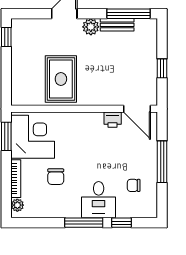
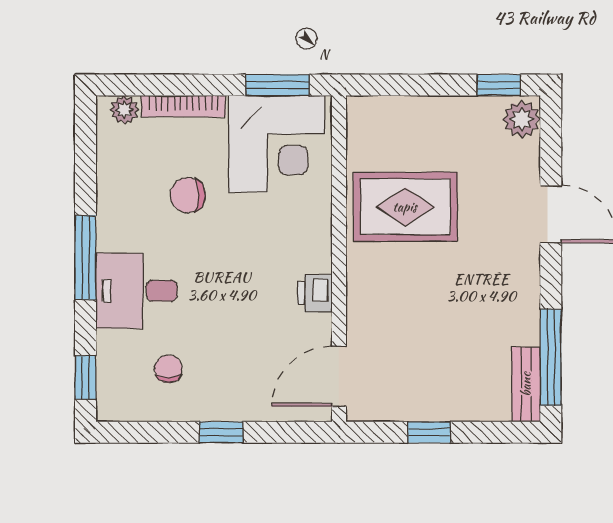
bench: (117, 25) -> (526, 384), moved
plant: (91, 27) -> (522, 119), moved
printer: (113, 120) -> (315, 293), moved
window: (162, 162) -> (221, 432), width x0.46
window: (121, 223) -> (86, 377), moved

